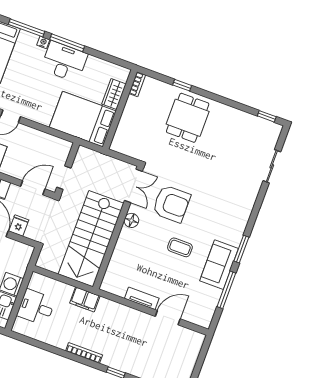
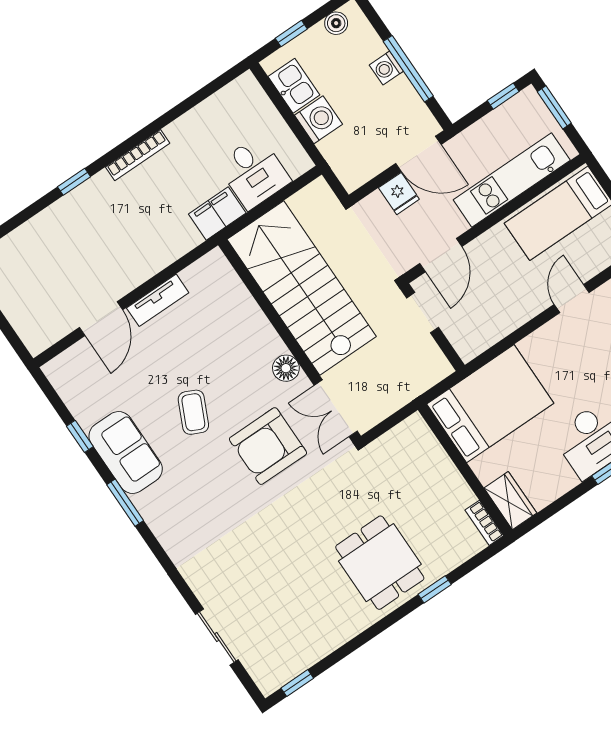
wardrobe: (114, 94) -> (510, 501), moved
coffee table: (180, 247) -> (193, 412), turned -65
window: (226, 290) -> (80, 436), width x0.46
desk: (36, 307) -> (254, 173), moved, turned 90

